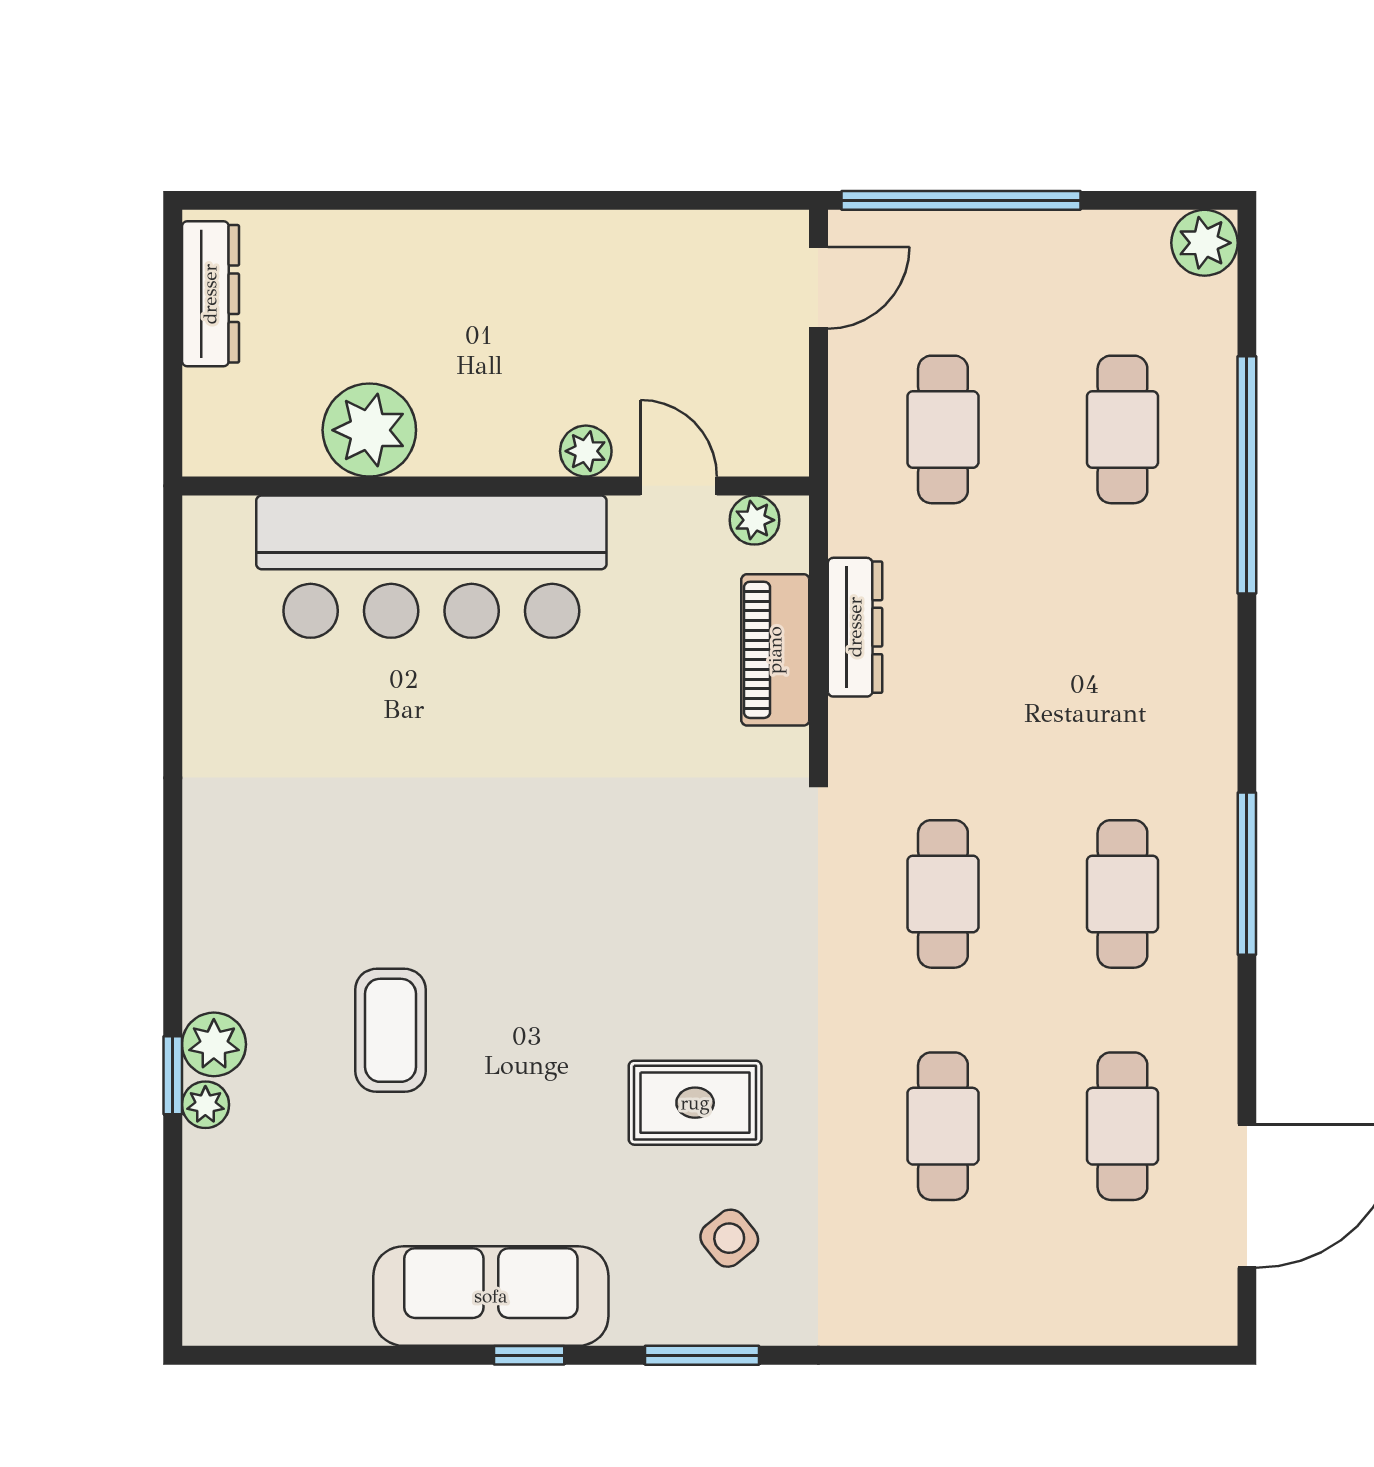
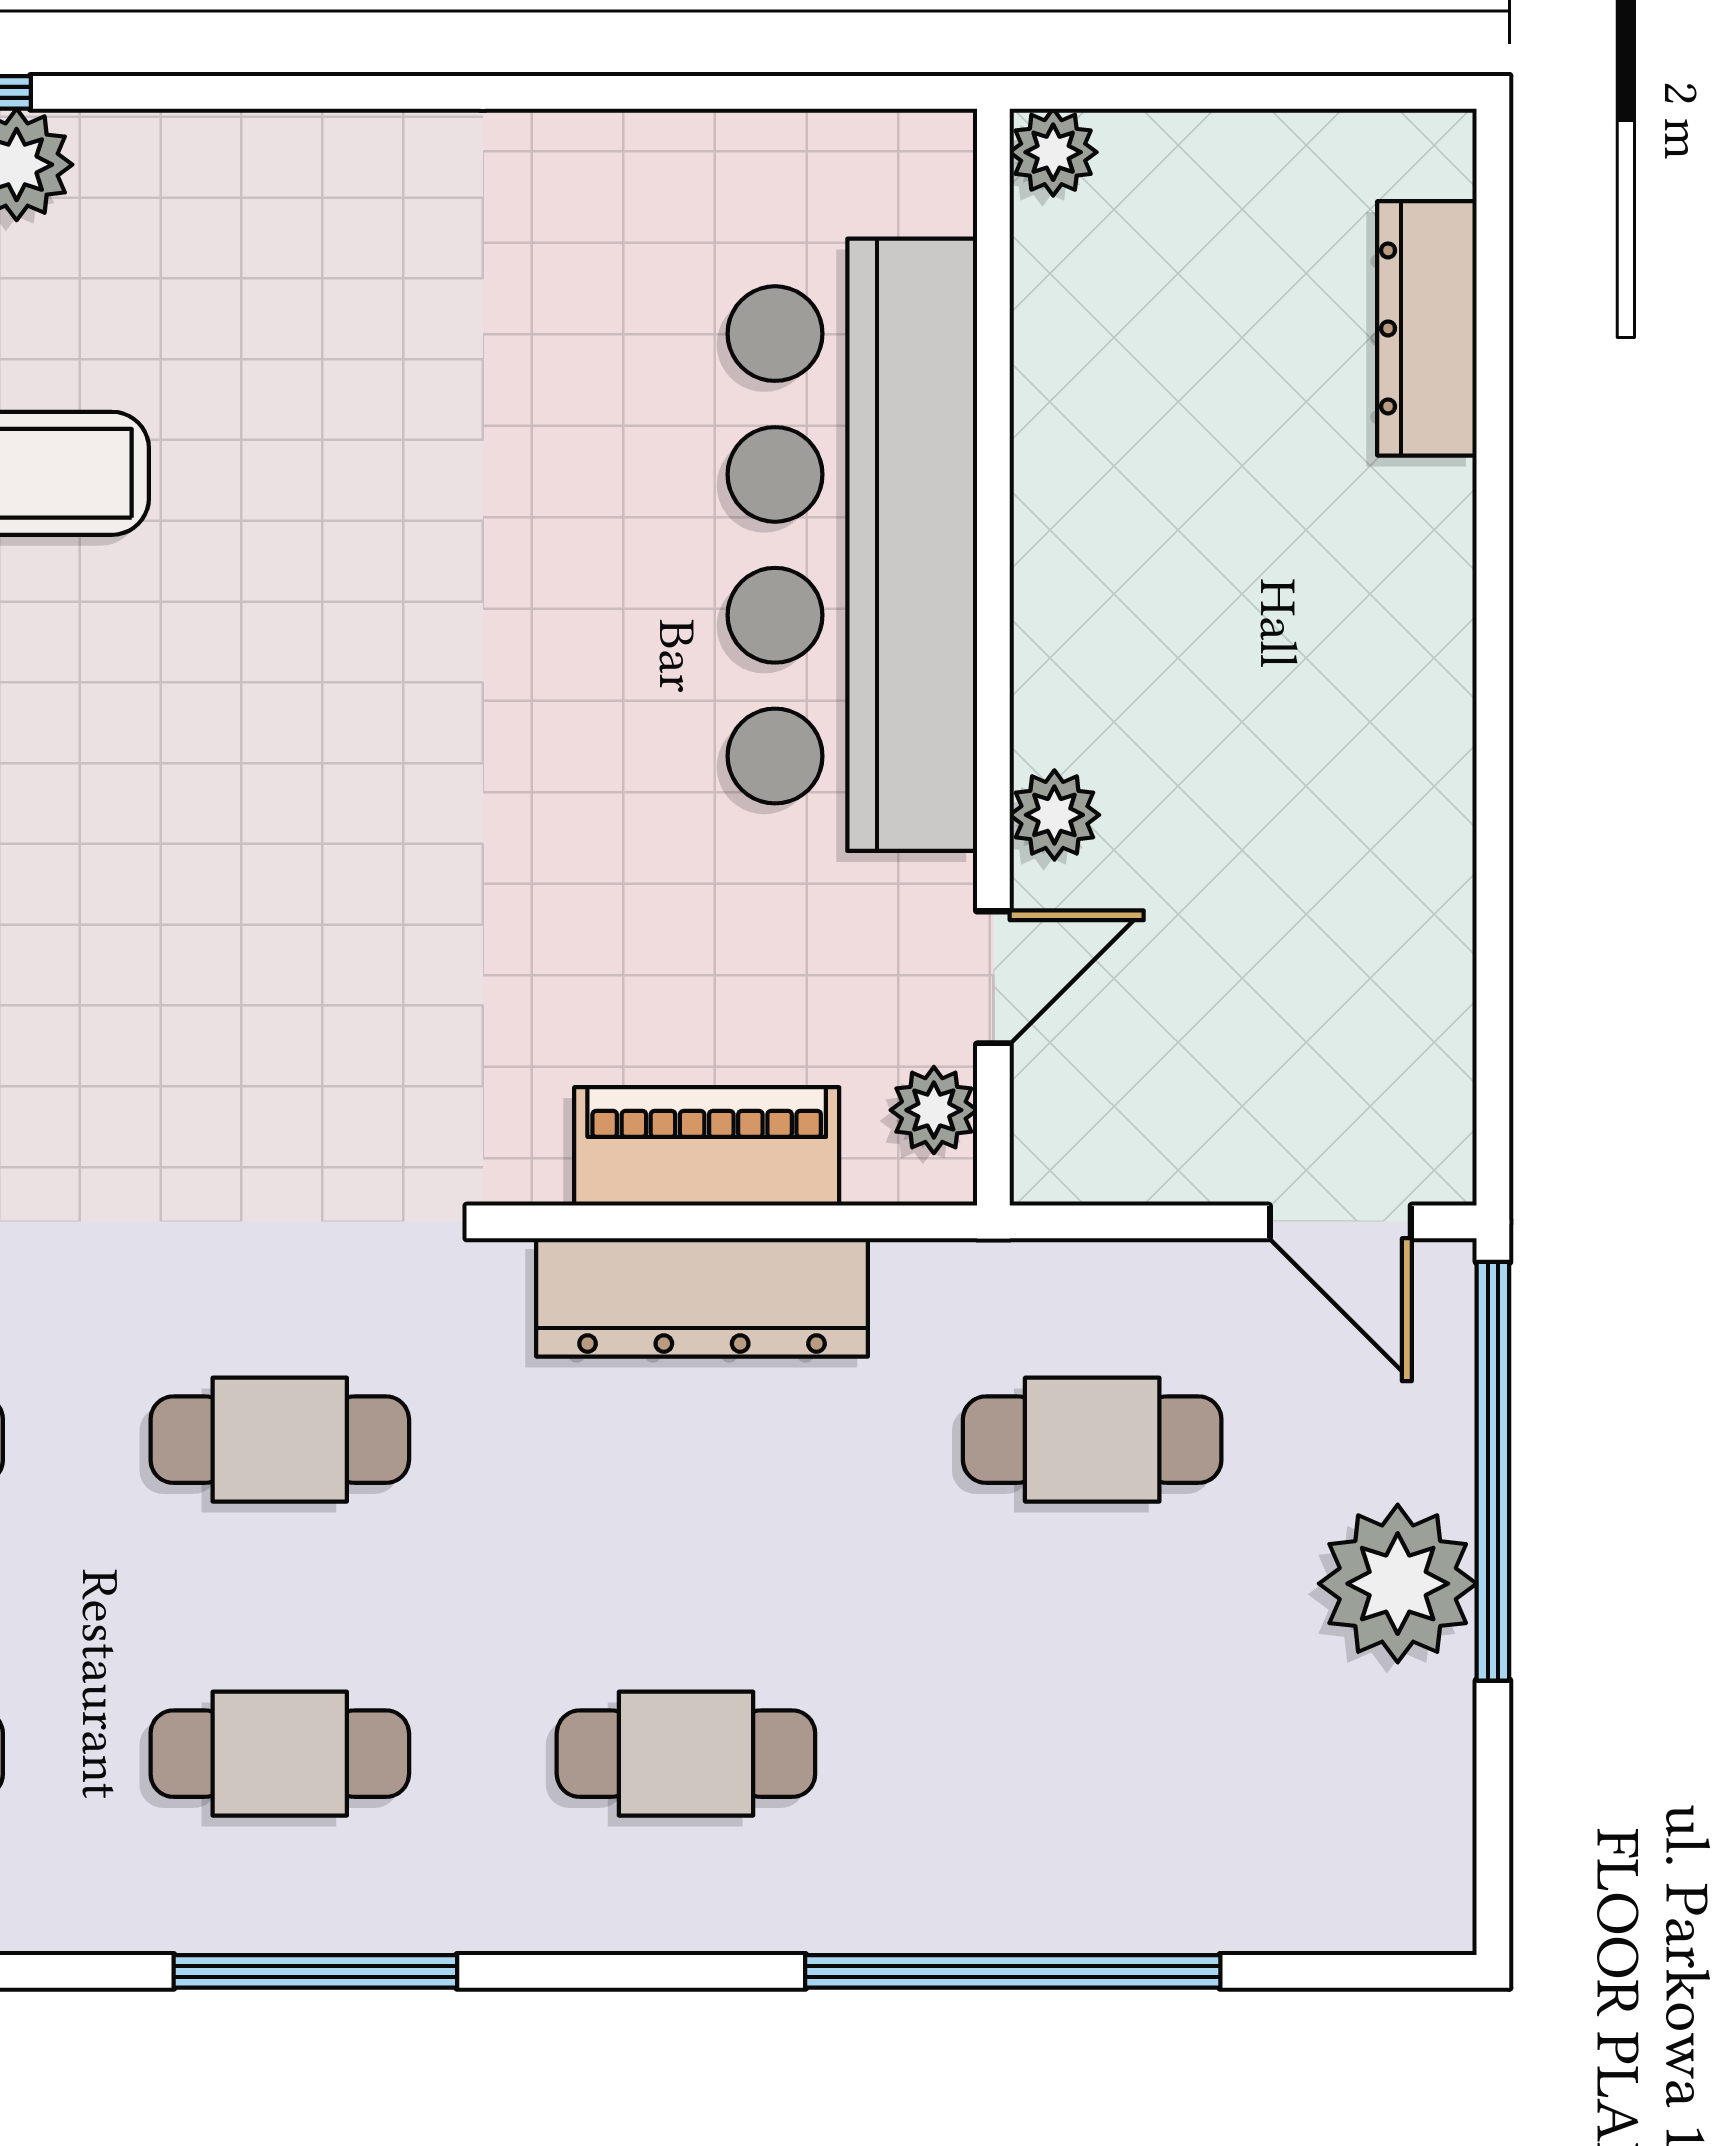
plant: (1205, 243) -> (1398, 1584), moved, width x1.36, depth x1.36
dresser: (210, 294) -> (1427, 328), moved, turned 90
cafe table: (1122, 429) -> (686, 1754), moved
plant: (369, 430) -> (1053, 152), moved, width x0.53, depth x0.53
dresser: (855, 627) -> (702, 1297), width x1.37, depth x1.24

